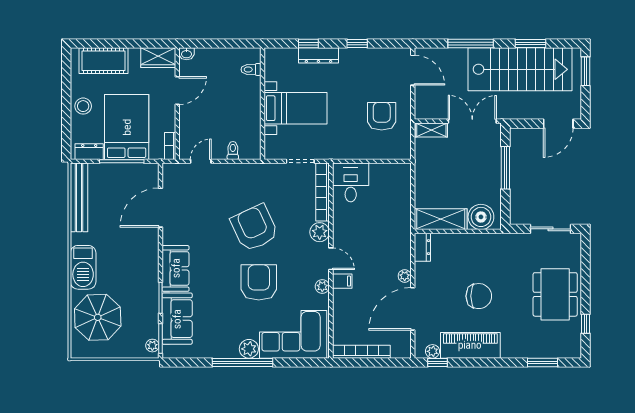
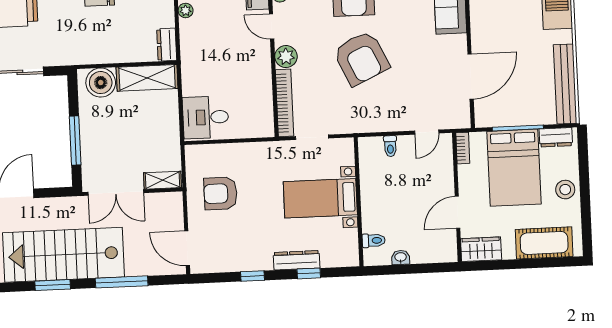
washbasin: (187, 54) -> (401, 257), moved
armchair: (382, 116) -> (220, 193), turned 90
desk: (351, 182) -> (206, 117), moved, turned 90

